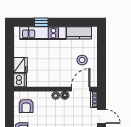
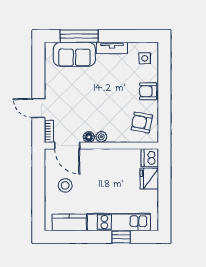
door: (81, 89) -> (67, 146), hinge flipped
armchair: (26, 106) -> (142, 122), turned -79

